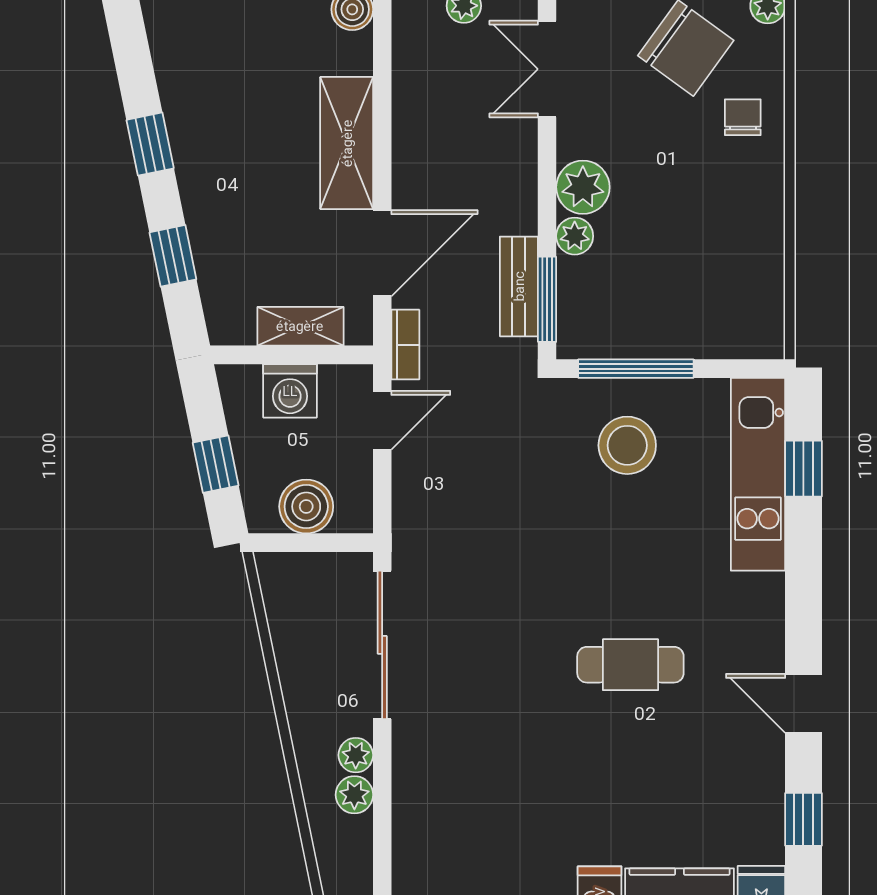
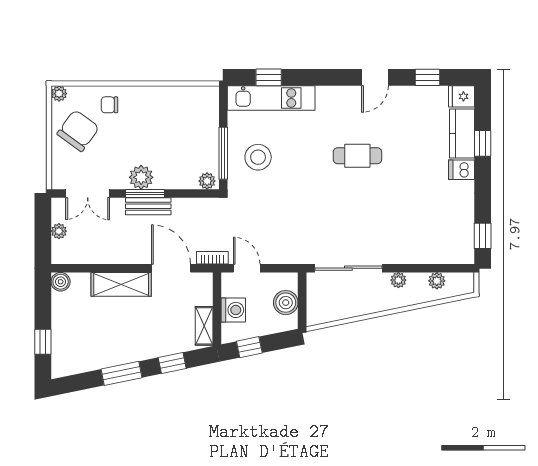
window: (150, 144) -> (122, 373), width x1.50
plant: (575, 236) -> (207, 181), moved
bench: (519, 286) -> (148, 206), moved
window: (547, 299) -> (145, 193), moved
shelving: (300, 326) -> (204, 326), moved
window: (216, 464) -> (249, 347), moved
cafe table: (630, 665) -> (357, 156), turned 90
plant: (354, 795) -> (437, 281), moved

